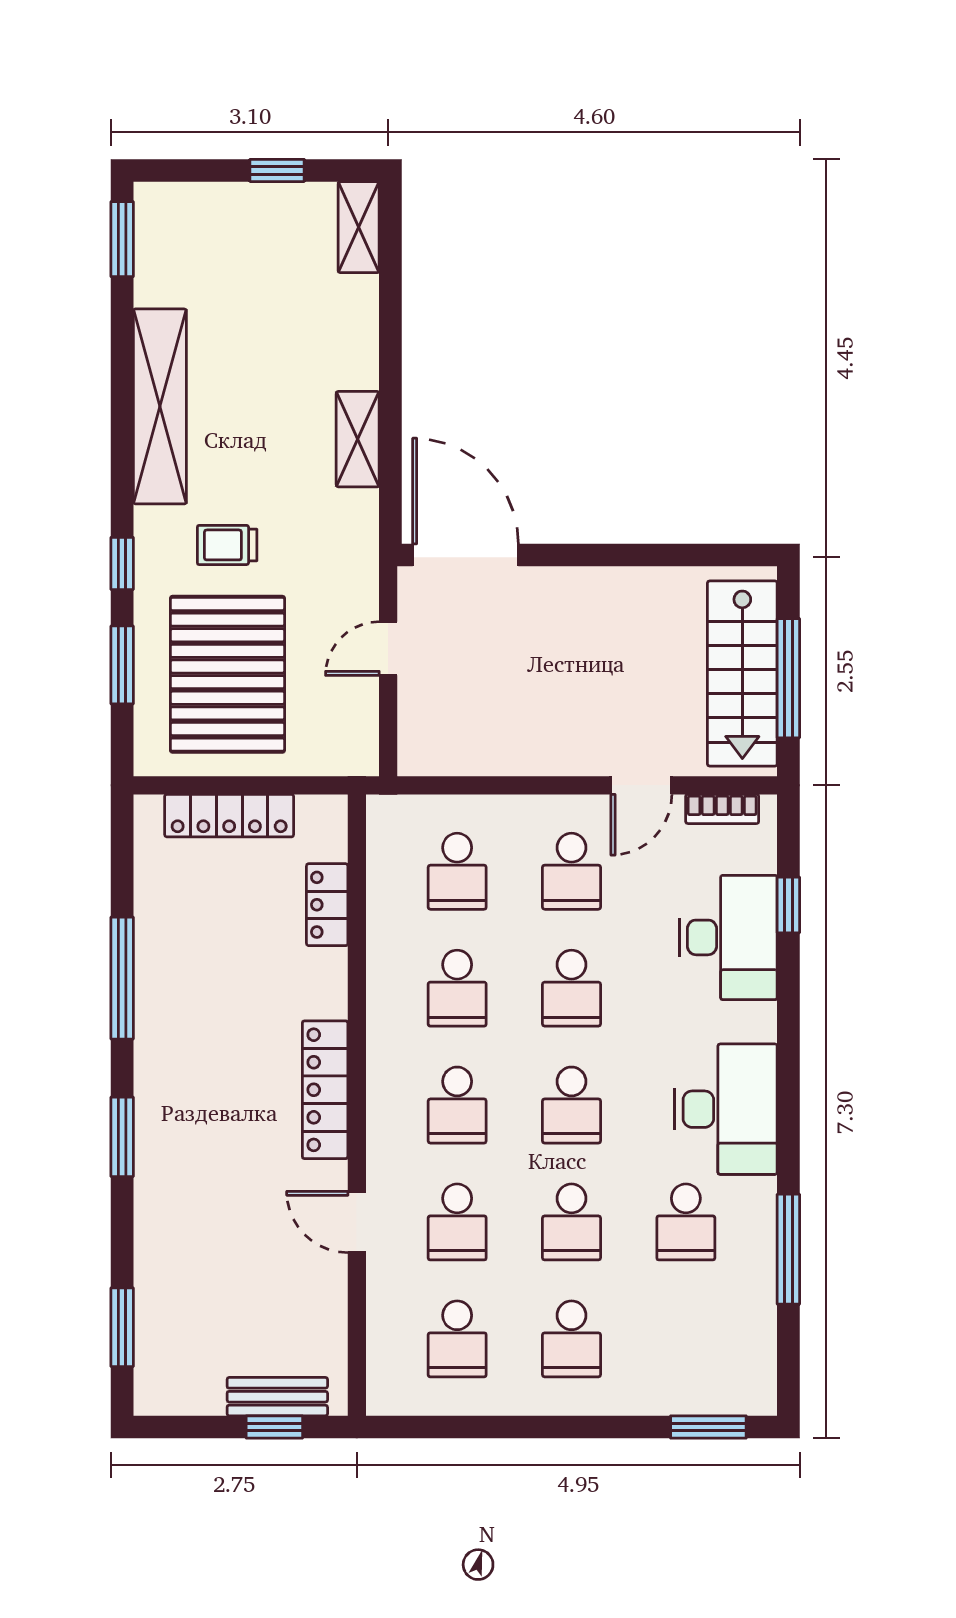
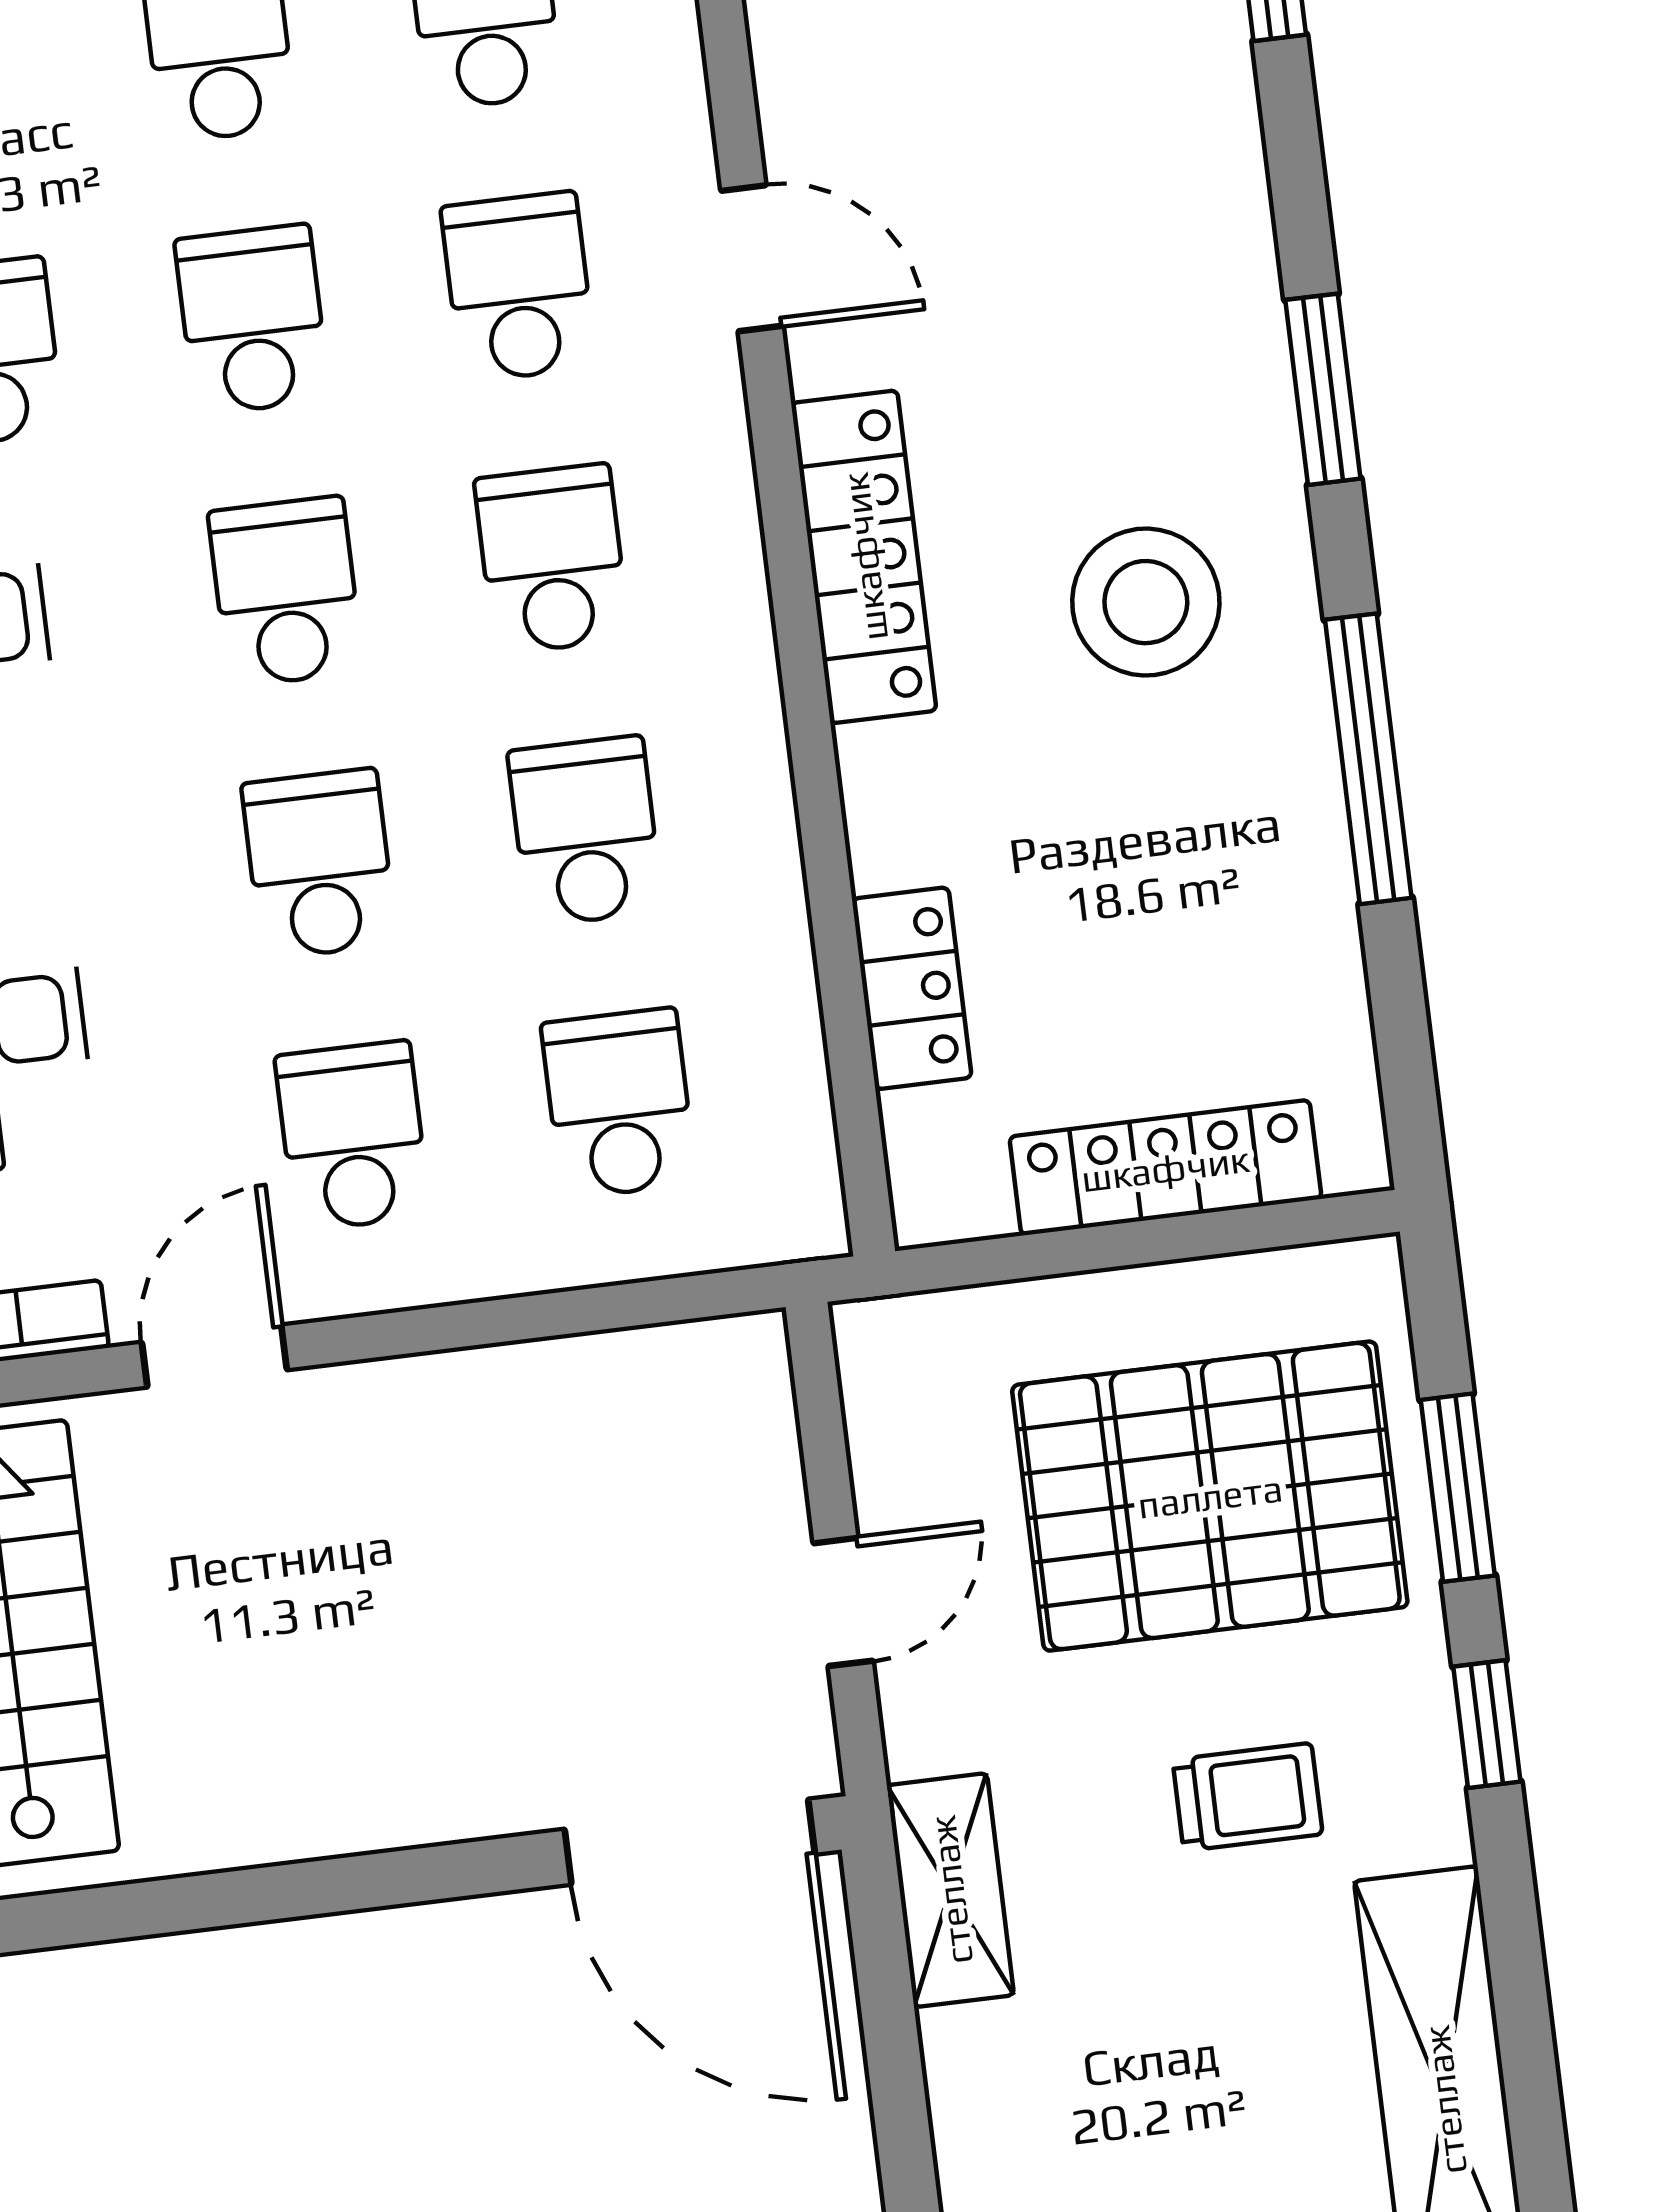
shelving: (358, 439) -> (950, 1890), moved
pallet: (227, 674) -> (1210, 1496), turned 90
stool: (208, 1056) -> (1146, 602), added

